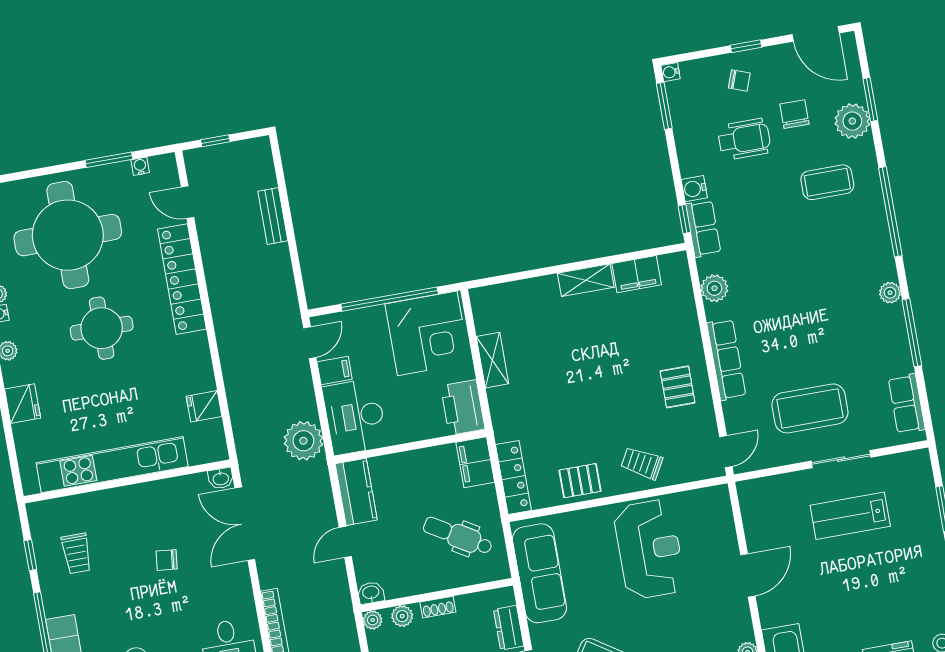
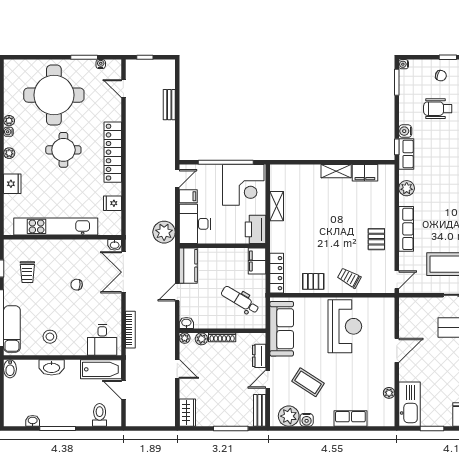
wheelchair: (744, 139) -> (438, 109), turned 180
locker: (182, 279) -> (113, 152), moved
shoe rack: (438, 607) -> (222, 337), width x1.43

